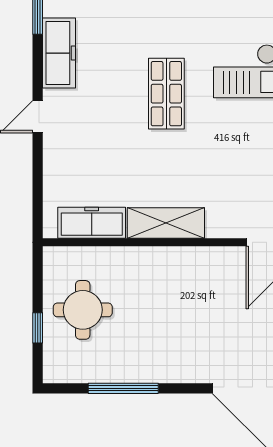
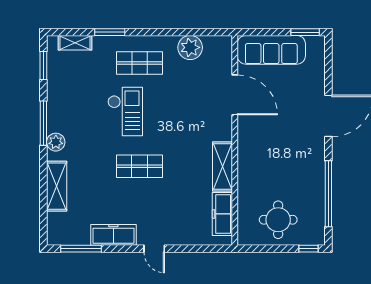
window: (38, 328) -> (309, 249), moved
window: (123, 388) -> (328, 194), width x1.46

